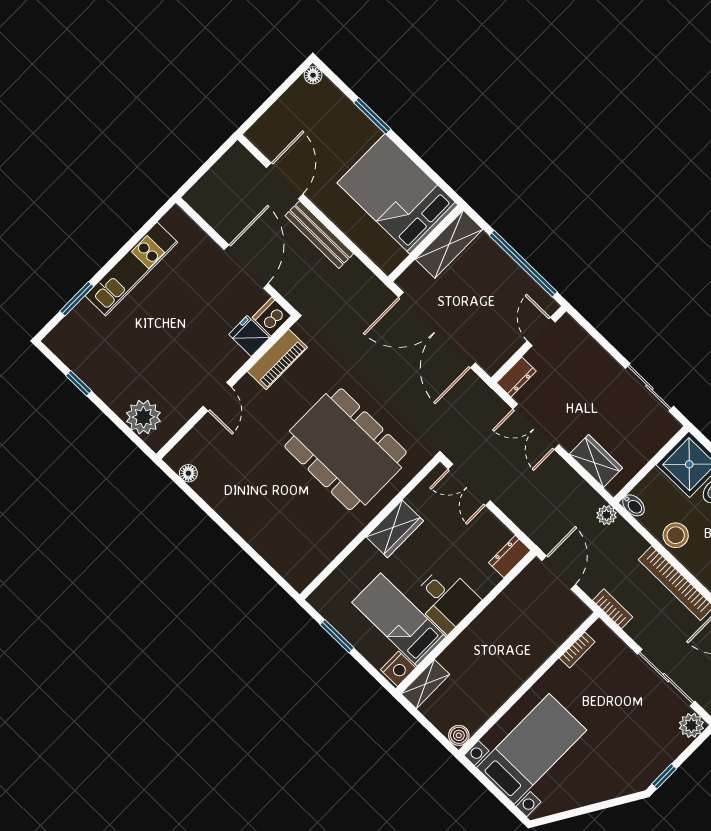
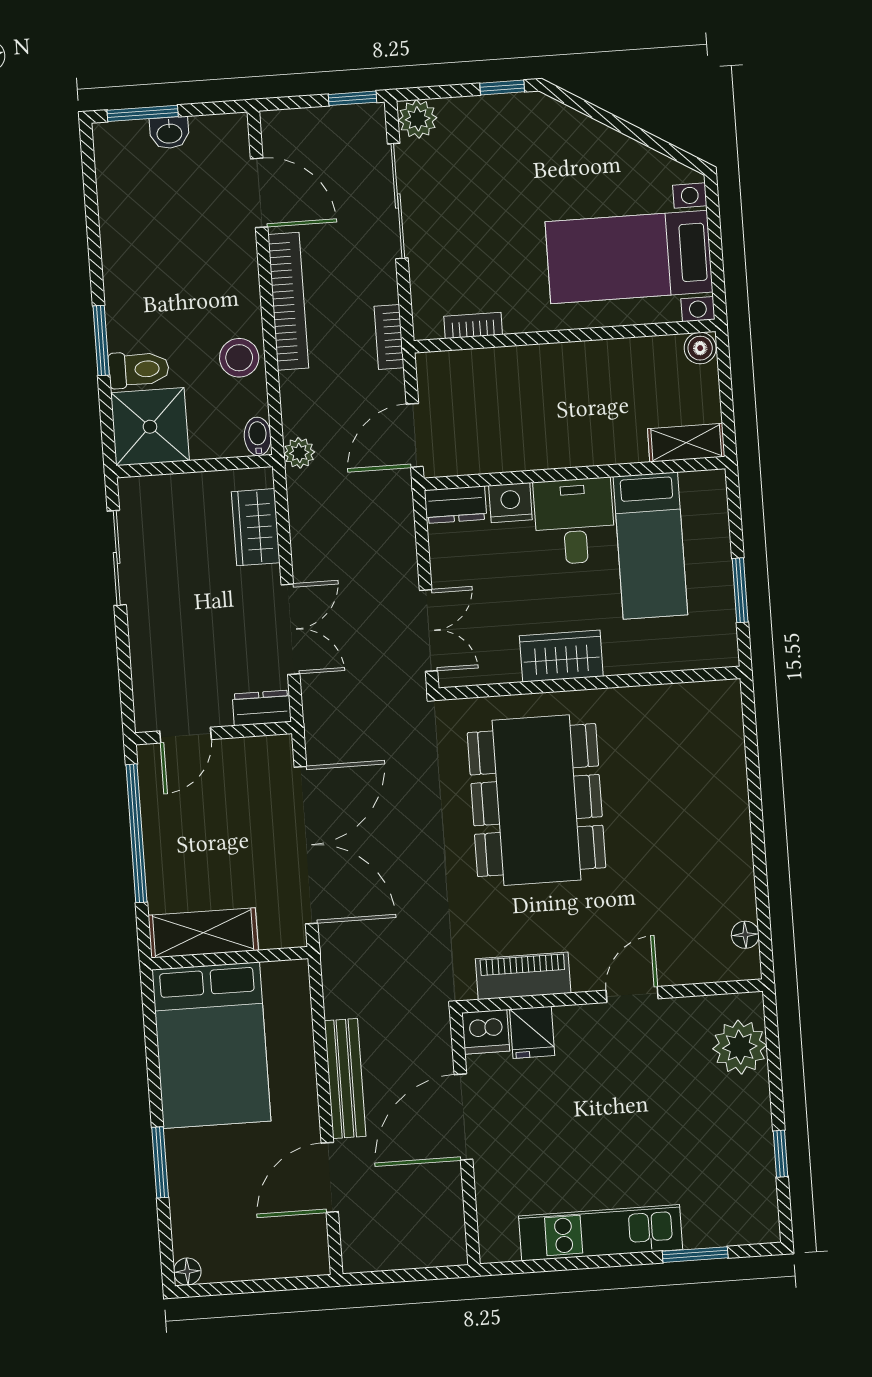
nightstand: (398, 669) -> (510, 503), moved

